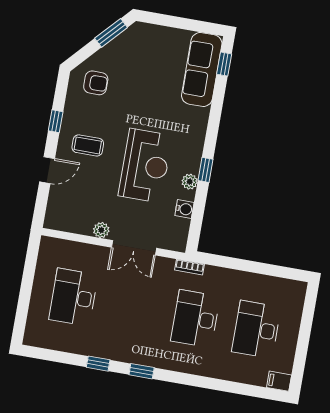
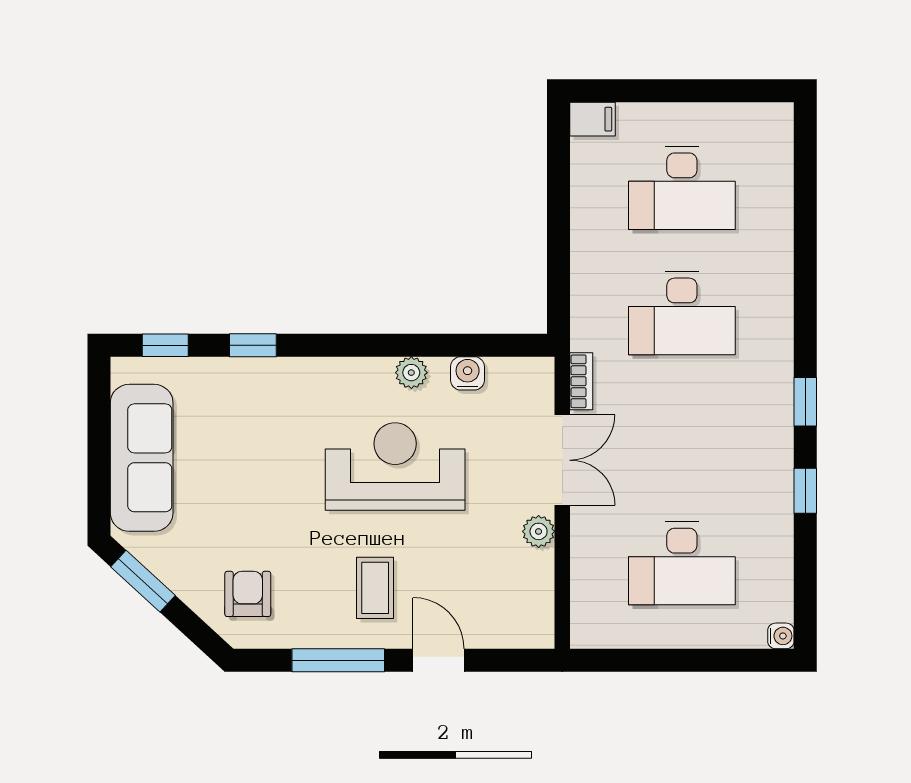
sofa: (202, 70) -> (142, 458), moved, turned -90
window: (56, 121) -> (338, 660), width x2.17
window: (206, 170) -> (253, 345), moved
bookcase: (190, 267) -> (581, 381), moved
water cooler: (29, 339) -> (781, 636), added
filing cabinet: (279, 381) -> (592, 119), moved, turned -90

